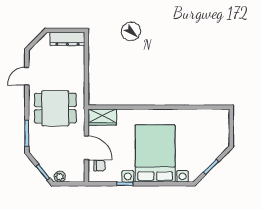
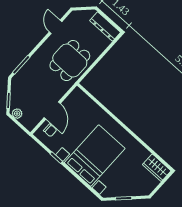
door: (27, 76) -> (56, 27), hinge flipped
dining table: (55, 108) -> (70, 61), moved, turned 90
wardrobe: (102, 117) -> (157, 168), moved

